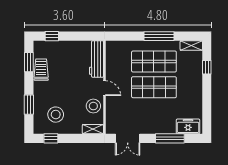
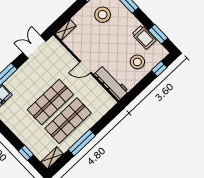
stool: (93, 106) -> (137, 62), moved

